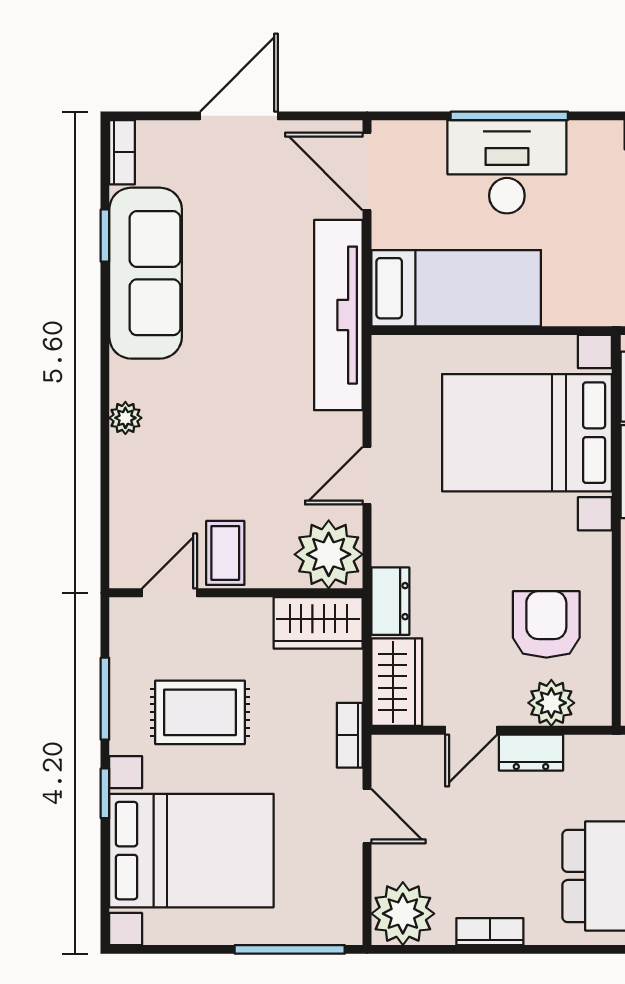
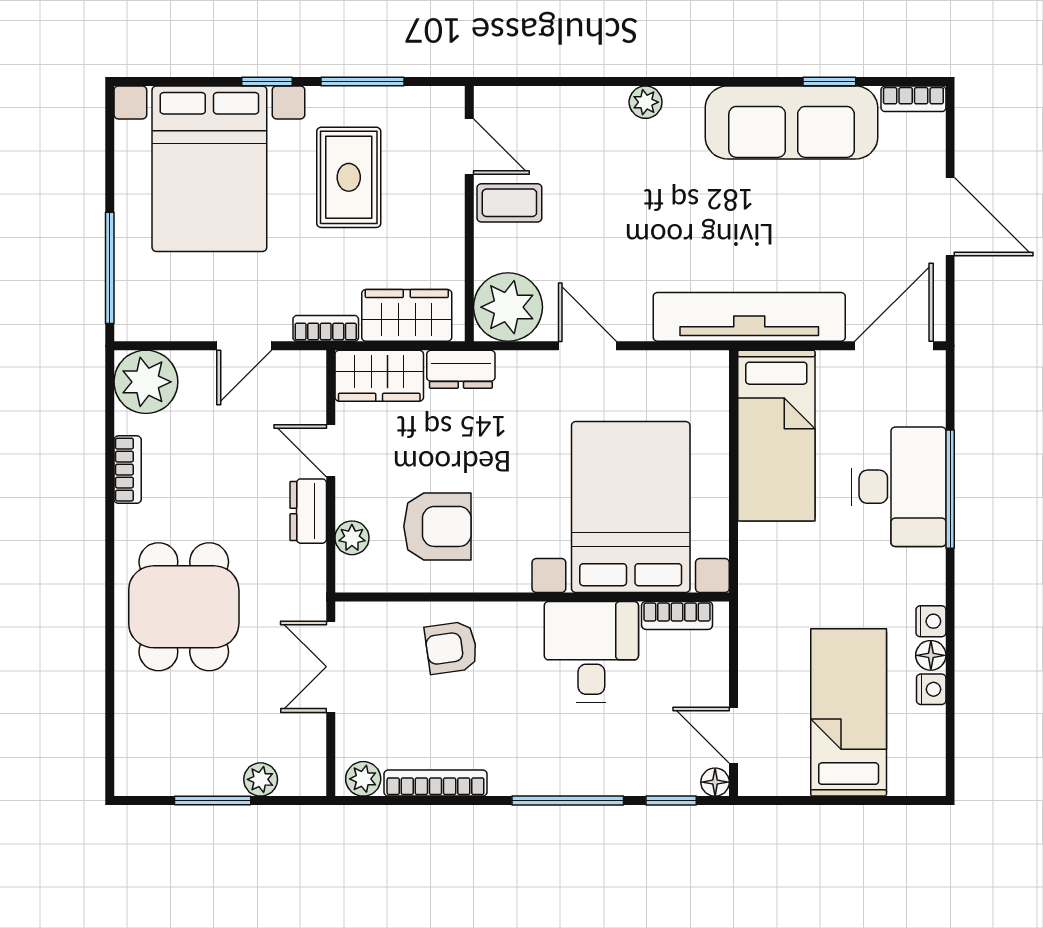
wardrobe: (318, 623) -> (407, 315), moved, turned 90
plant: (551, 703) -> (352, 538), width x0.73, depth x0.73

